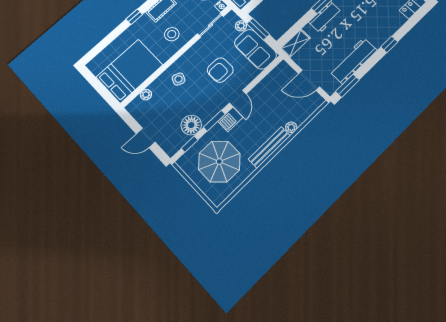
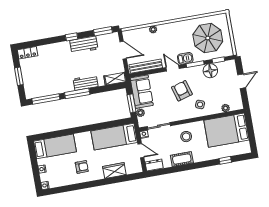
window: (134, 17) -> (225, 160), moved
window: (389, 44) -> (72, 37), moved
workbench: (353, 61) -> (84, 45), width x0.73
armchair: (220, 70) -> (182, 91), moved, turned -106
door: (238, 98) -> (173, 68), hinge flipped
door: (146, 138) -> (242, 81), hinge flipped
bench: (269, 147) -> (146, 66), moved

